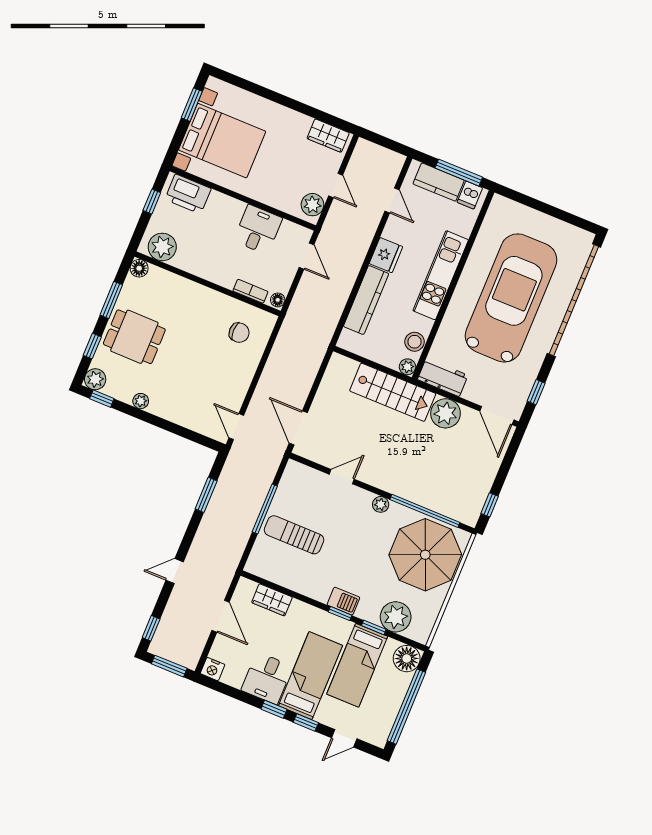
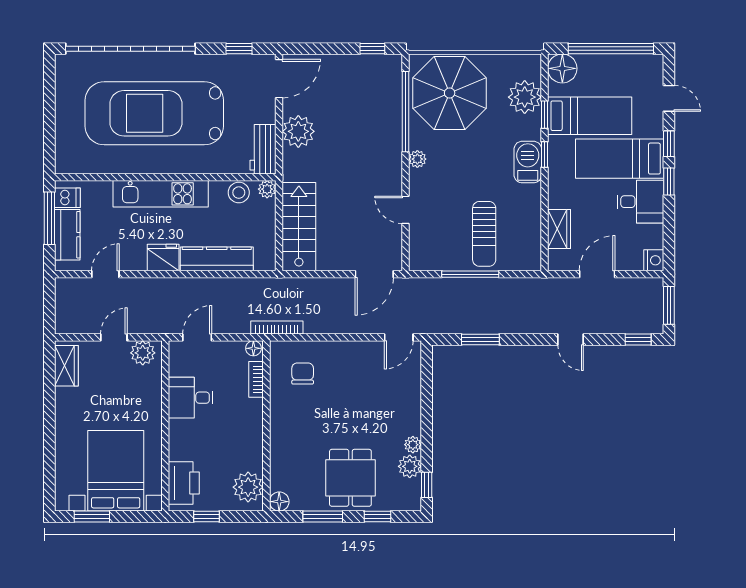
bookcase: (287, 327) -> (277, 328), added
plant: (95, 379) -> (410, 466), moved
stairs: (393, 392) -> (299, 227), moved
barbecue: (343, 601) -> (528, 162), width x1.38, depth x1.27

